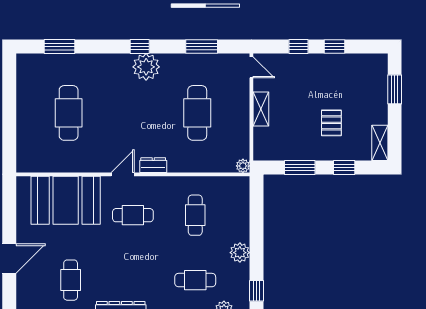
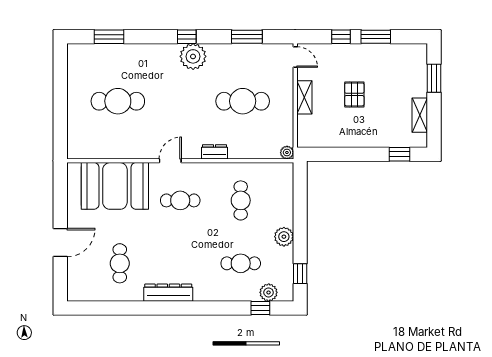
window: (334, 46) -> (376, 37), width x1.50
cafe table: (69, 113) -> (118, 101), turned 90
cafe table: (197, 113) -> (243, 101), turned 90
pallet: (331, 123) -> (354, 94), moved
shelving: (380, 143) -> (420, 115), moved
dresser: (153, 165) -> (215, 152), moved
window: (300, 167) -> (342, 154), removed
window: (344, 167) -> (400, 154), moved

